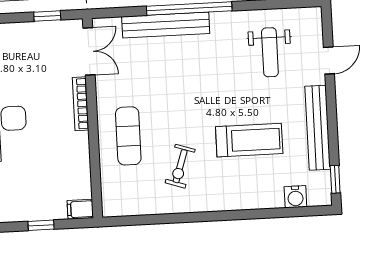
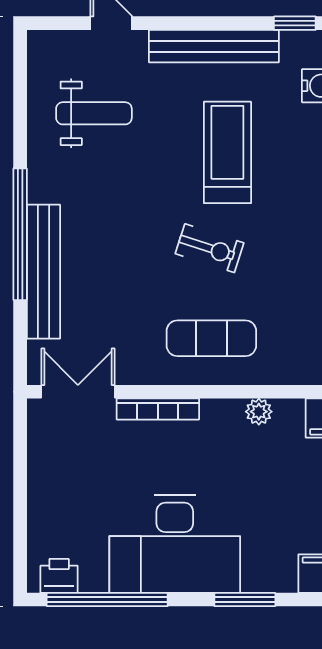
window: (47, 16) -> (20, 453), removed
exercise bike: (180, 166) -> (210, 248), moved
plant: (82, 169) -> (259, 412), added

